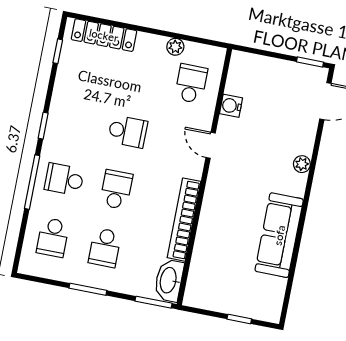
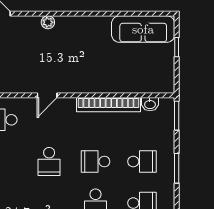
water cooler: (231, 106) -> (14, 86), removed
school desk: (128, 131) -> (49, 161), turned 180
sofa: (279, 235) -> (143, 29), moved
washbasin: (169, 280) -> (150, 104), width x0.52, depth x0.69

